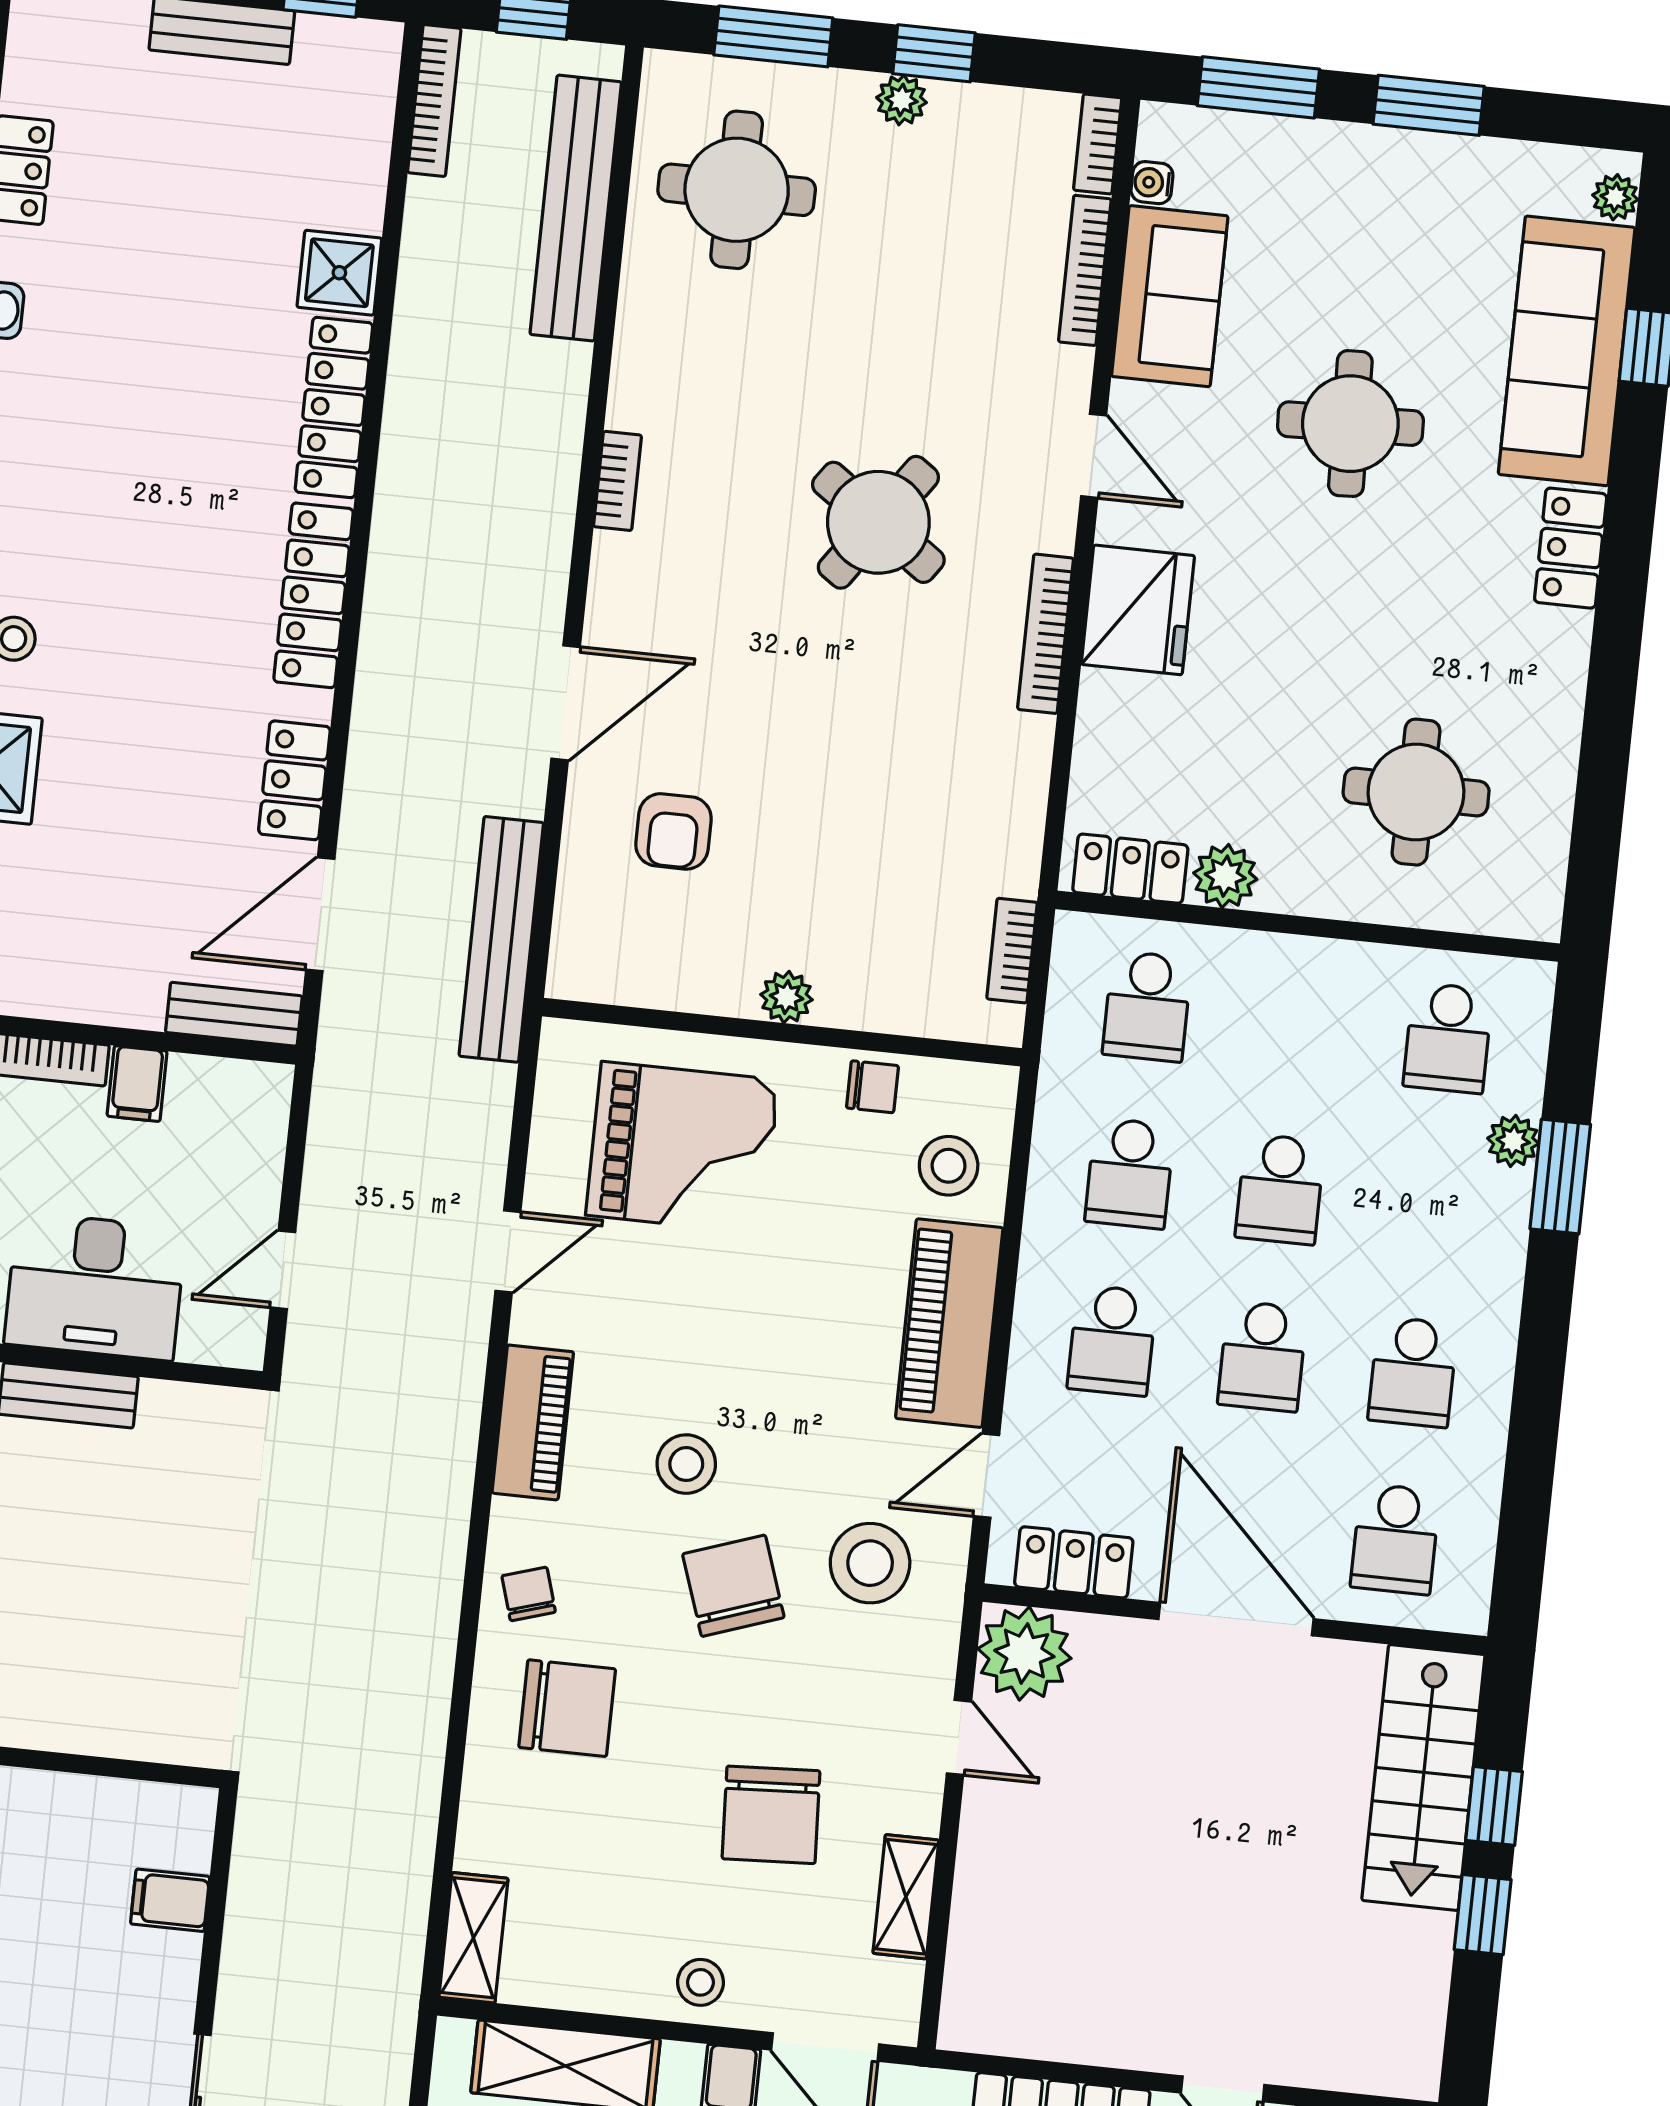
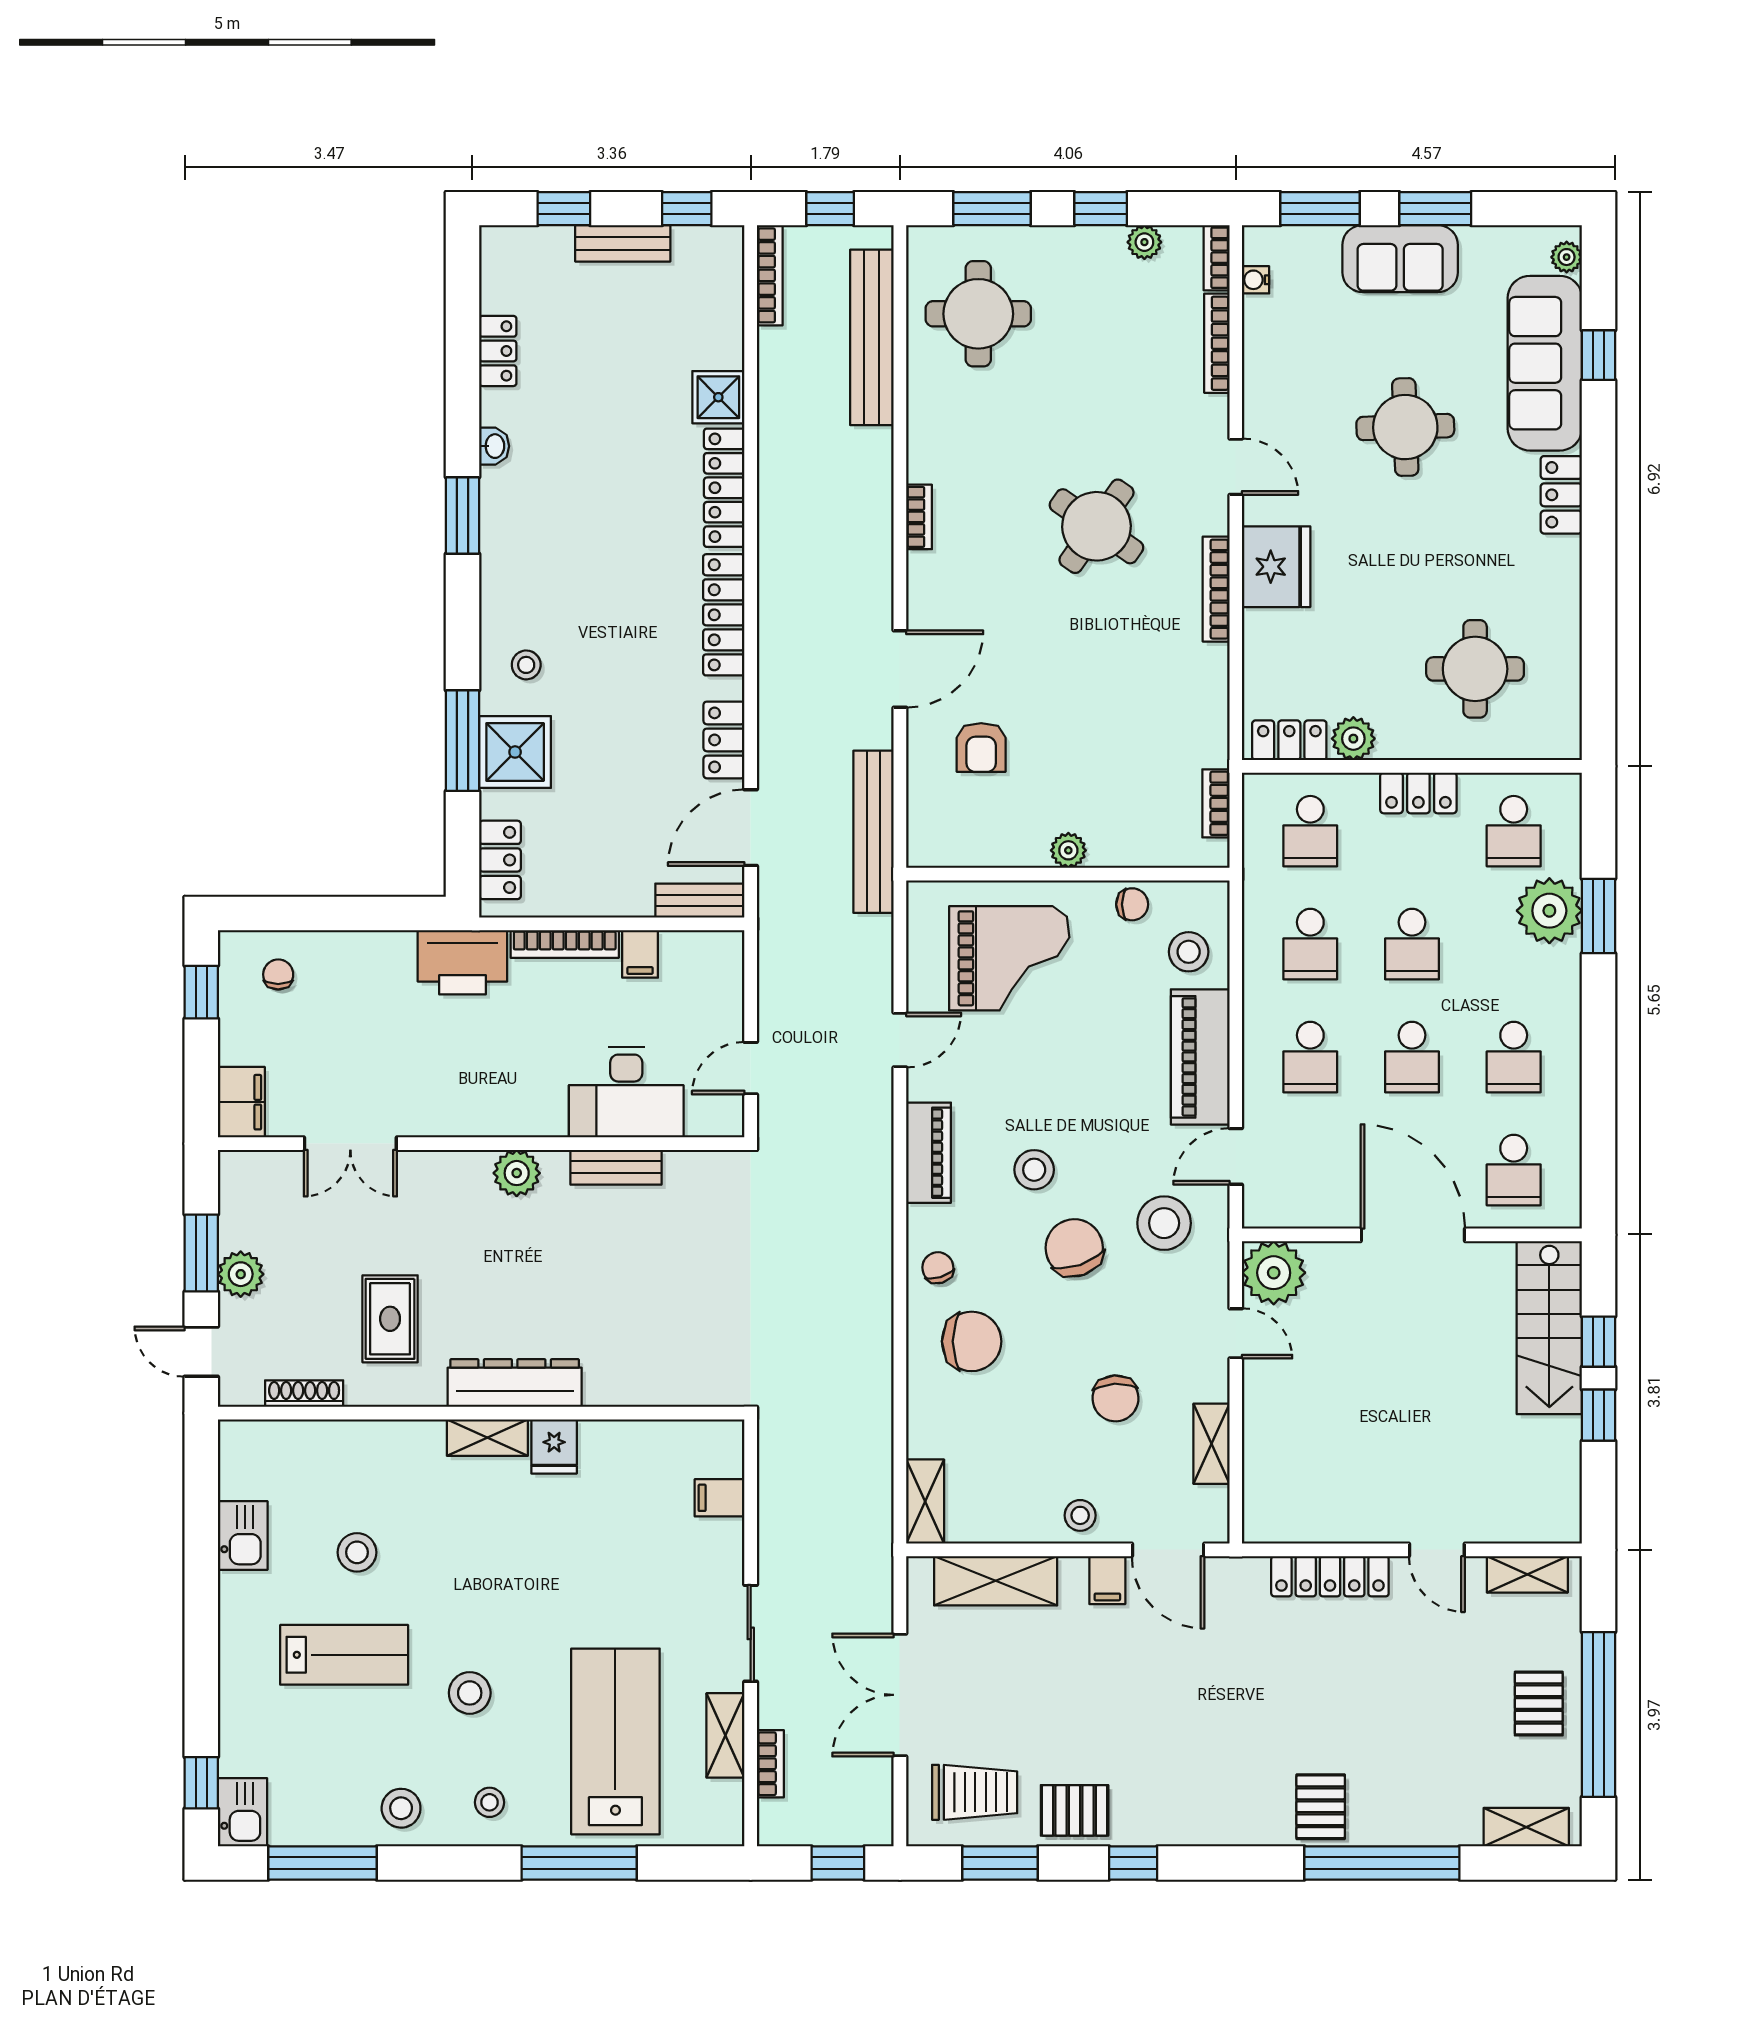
plant: (901, 100) -> (1144, 242), moved
sofa: (1170, 296) -> (1400, 259), moved, turned 90
plant: (1513, 1141) -> (1549, 911), width x1.87, depth x1.87
locker: (1074, 1562) -> (1418, 793), moved, turned 180
chair: (771, 1815) -> (1116, 1398), width x0.73, depth x0.73

